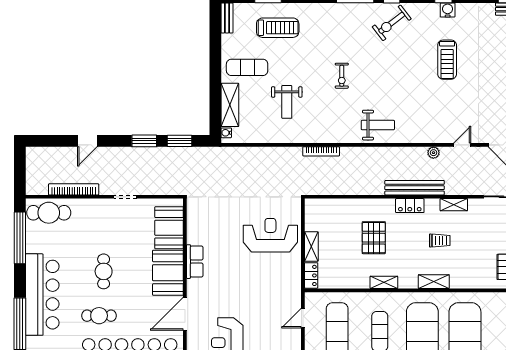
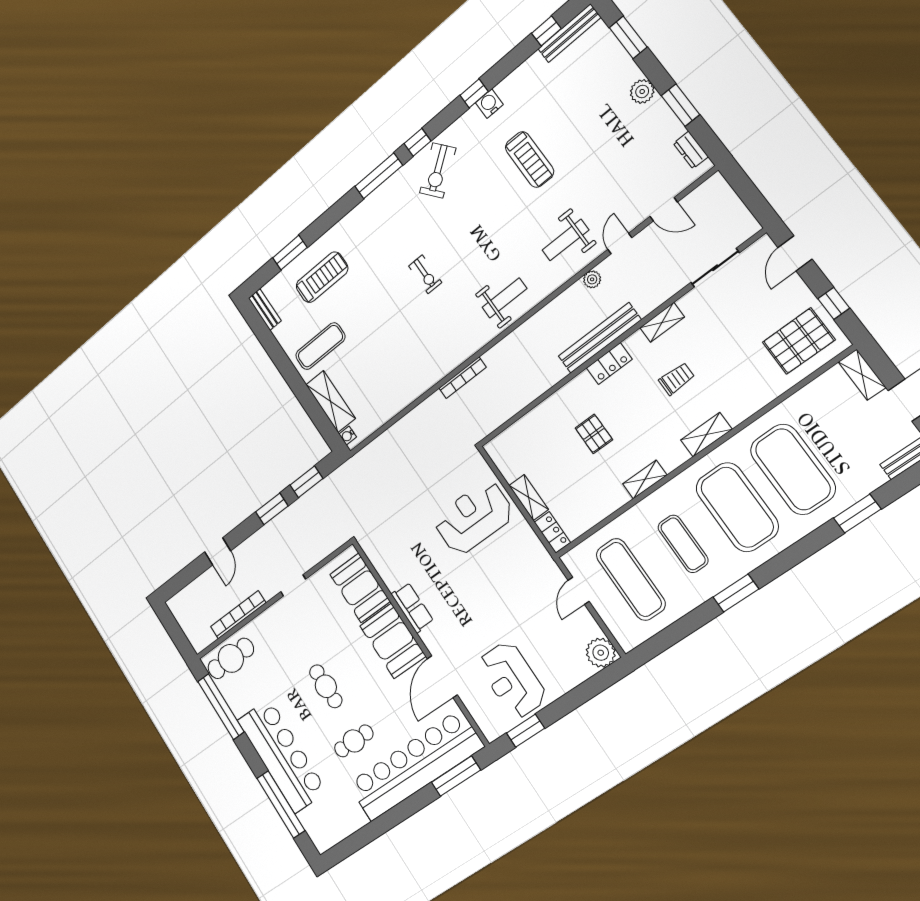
weight bench: (287, 102) -> (566, 240), moved, turned 90
pallet: (374, 238) -> (594, 434), width x0.67, depth x0.71

